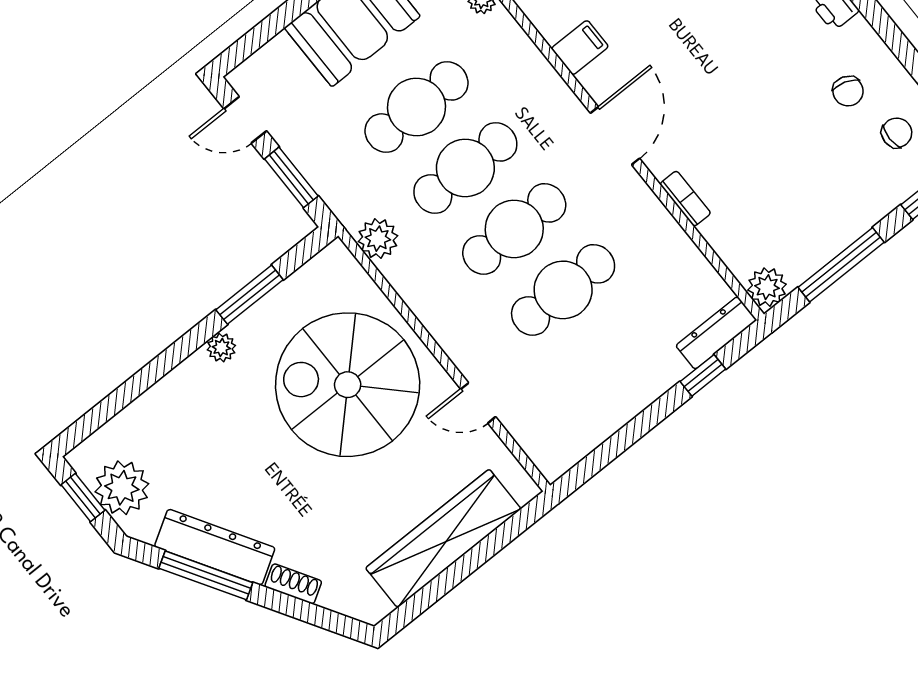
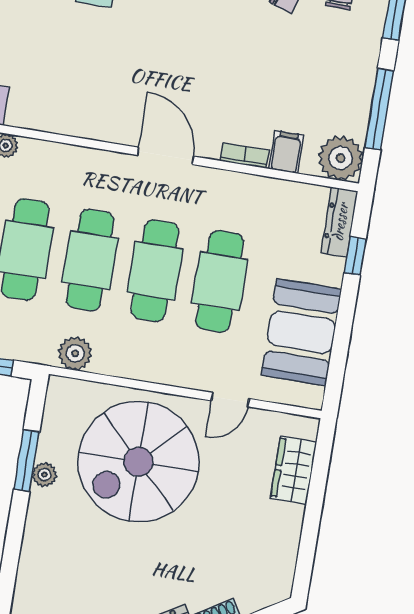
filing cabinet: (580, 48) -> (286, 152), moved
plant: (767, 287) -> (341, 158), width x1.36, depth x1.36
plant: (221, 348) -> (44, 475), moved
booth: (595, 400) -> (301, 332), added
wardrobe: (443, 538) -> (294, 470), width x0.48, depth x0.85

